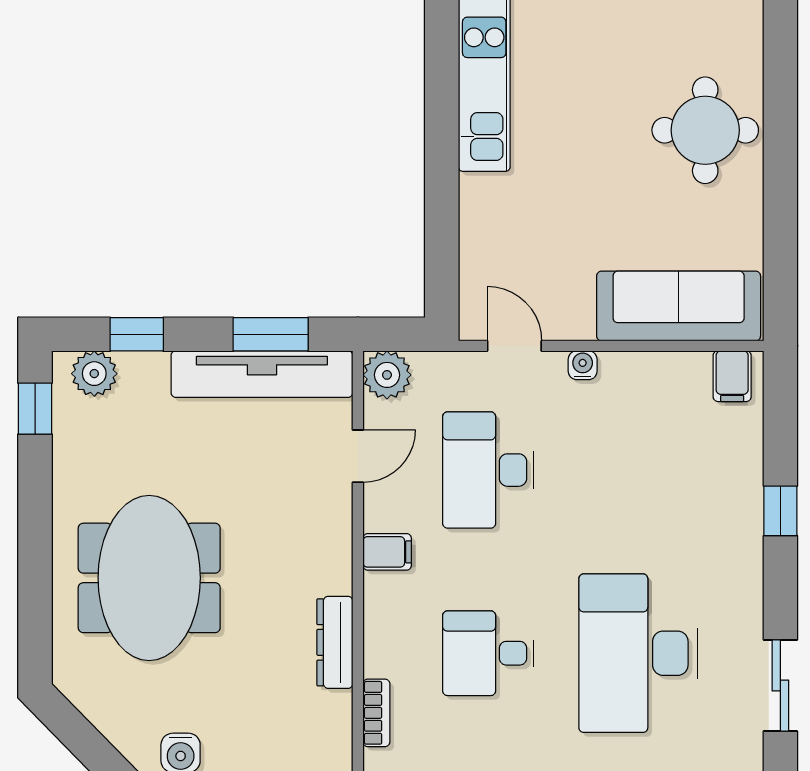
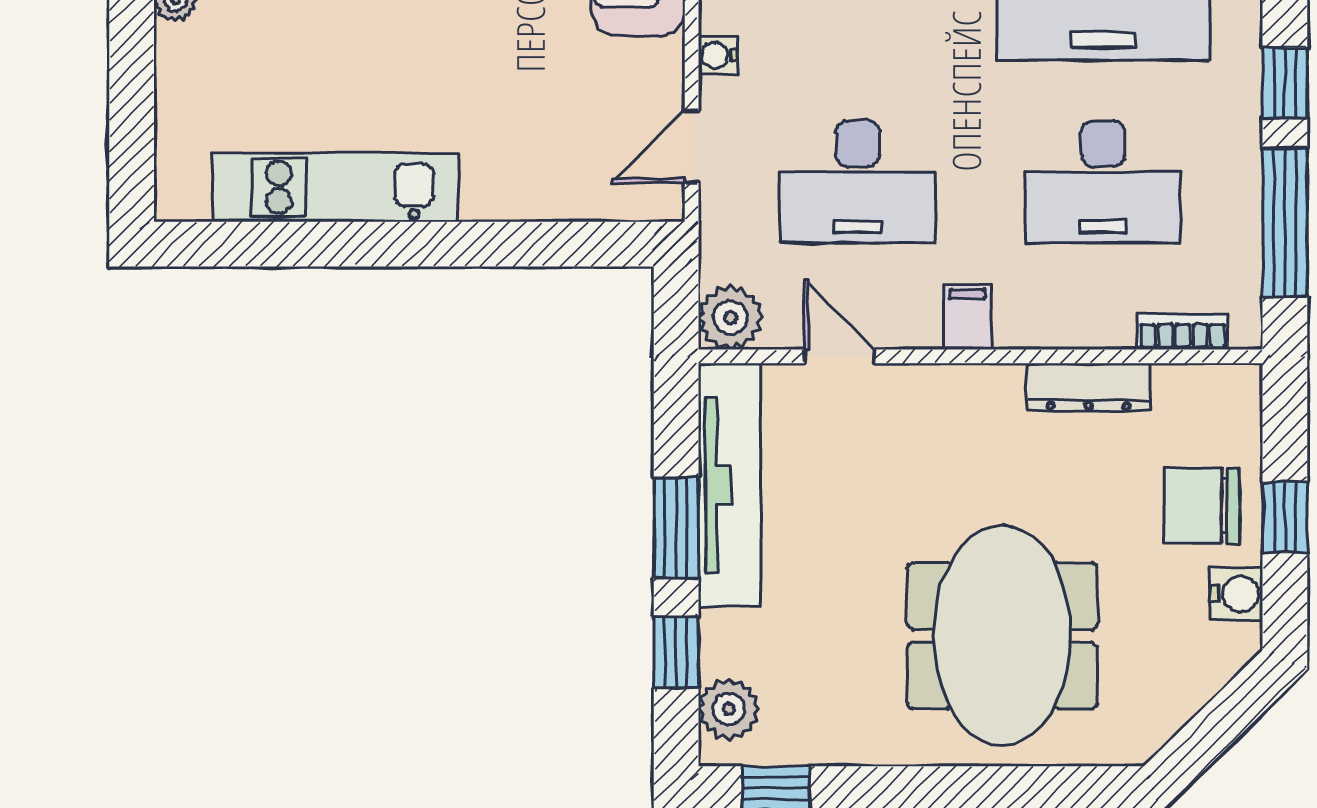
window: (271, 334) -> (676, 528), moved
meeting table: (149, 578) -> (1002, 636), turned 90
desk: (488, 653) -> (1103, 182), width x1.37
chair: (246, 727) -> (1202, 506), added

